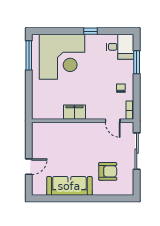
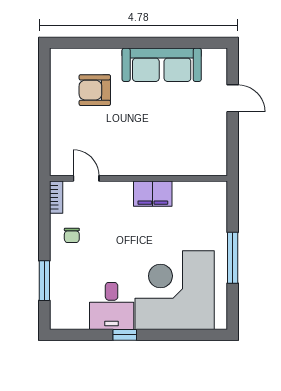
desk: (120, 47) -> (112, 306), moved, turned -90
window: (29, 55) -> (233, 258), moved
sliding door: (137, 151) -> (44, 126), removed
door: (29, 167) -> (233, 98), swing flipped

